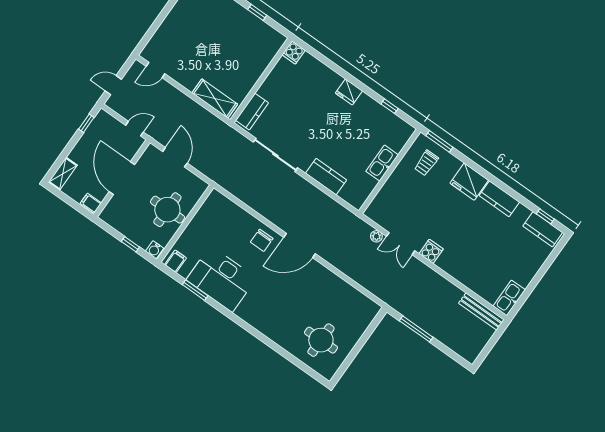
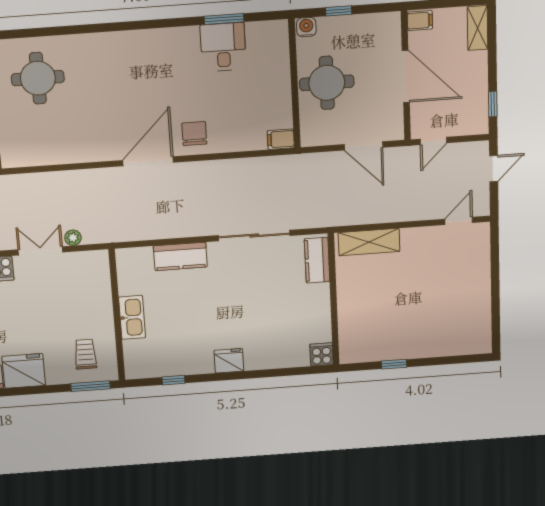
filing cabinet: (175, 261) -> (281, 139), moved, turned 90
desk: (221, 279) -> (223, 47), width x0.53, depth x0.77

